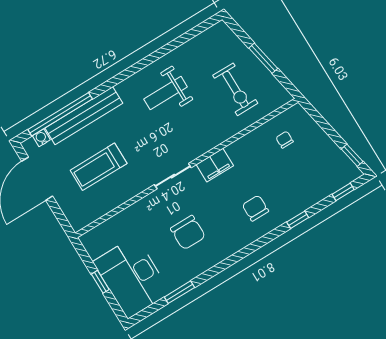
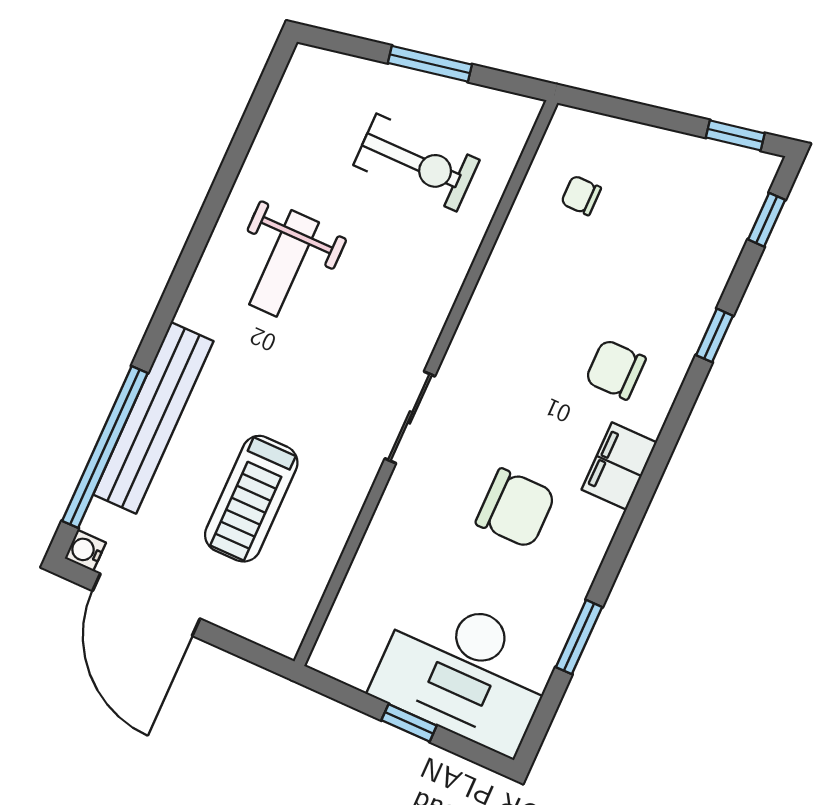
water cooler: (41, 138) -> (85, 550), moved
filing cabinet: (215, 165) -> (619, 466), moved, turned 180

